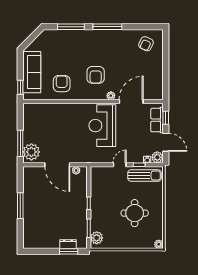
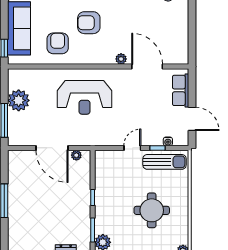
armchair: (96, 75) -> (89, 23), moved, turned 90
door: (131, 102) -> (147, 67), hinge flipped
window: (166, 118) -> (192, 87), removed
reception desk: (102, 126) -> (84, 97), moved, turned -90
plant: (31, 152) -> (19, 100), moved
plant: (157, 157) -> (181, 138), removed

